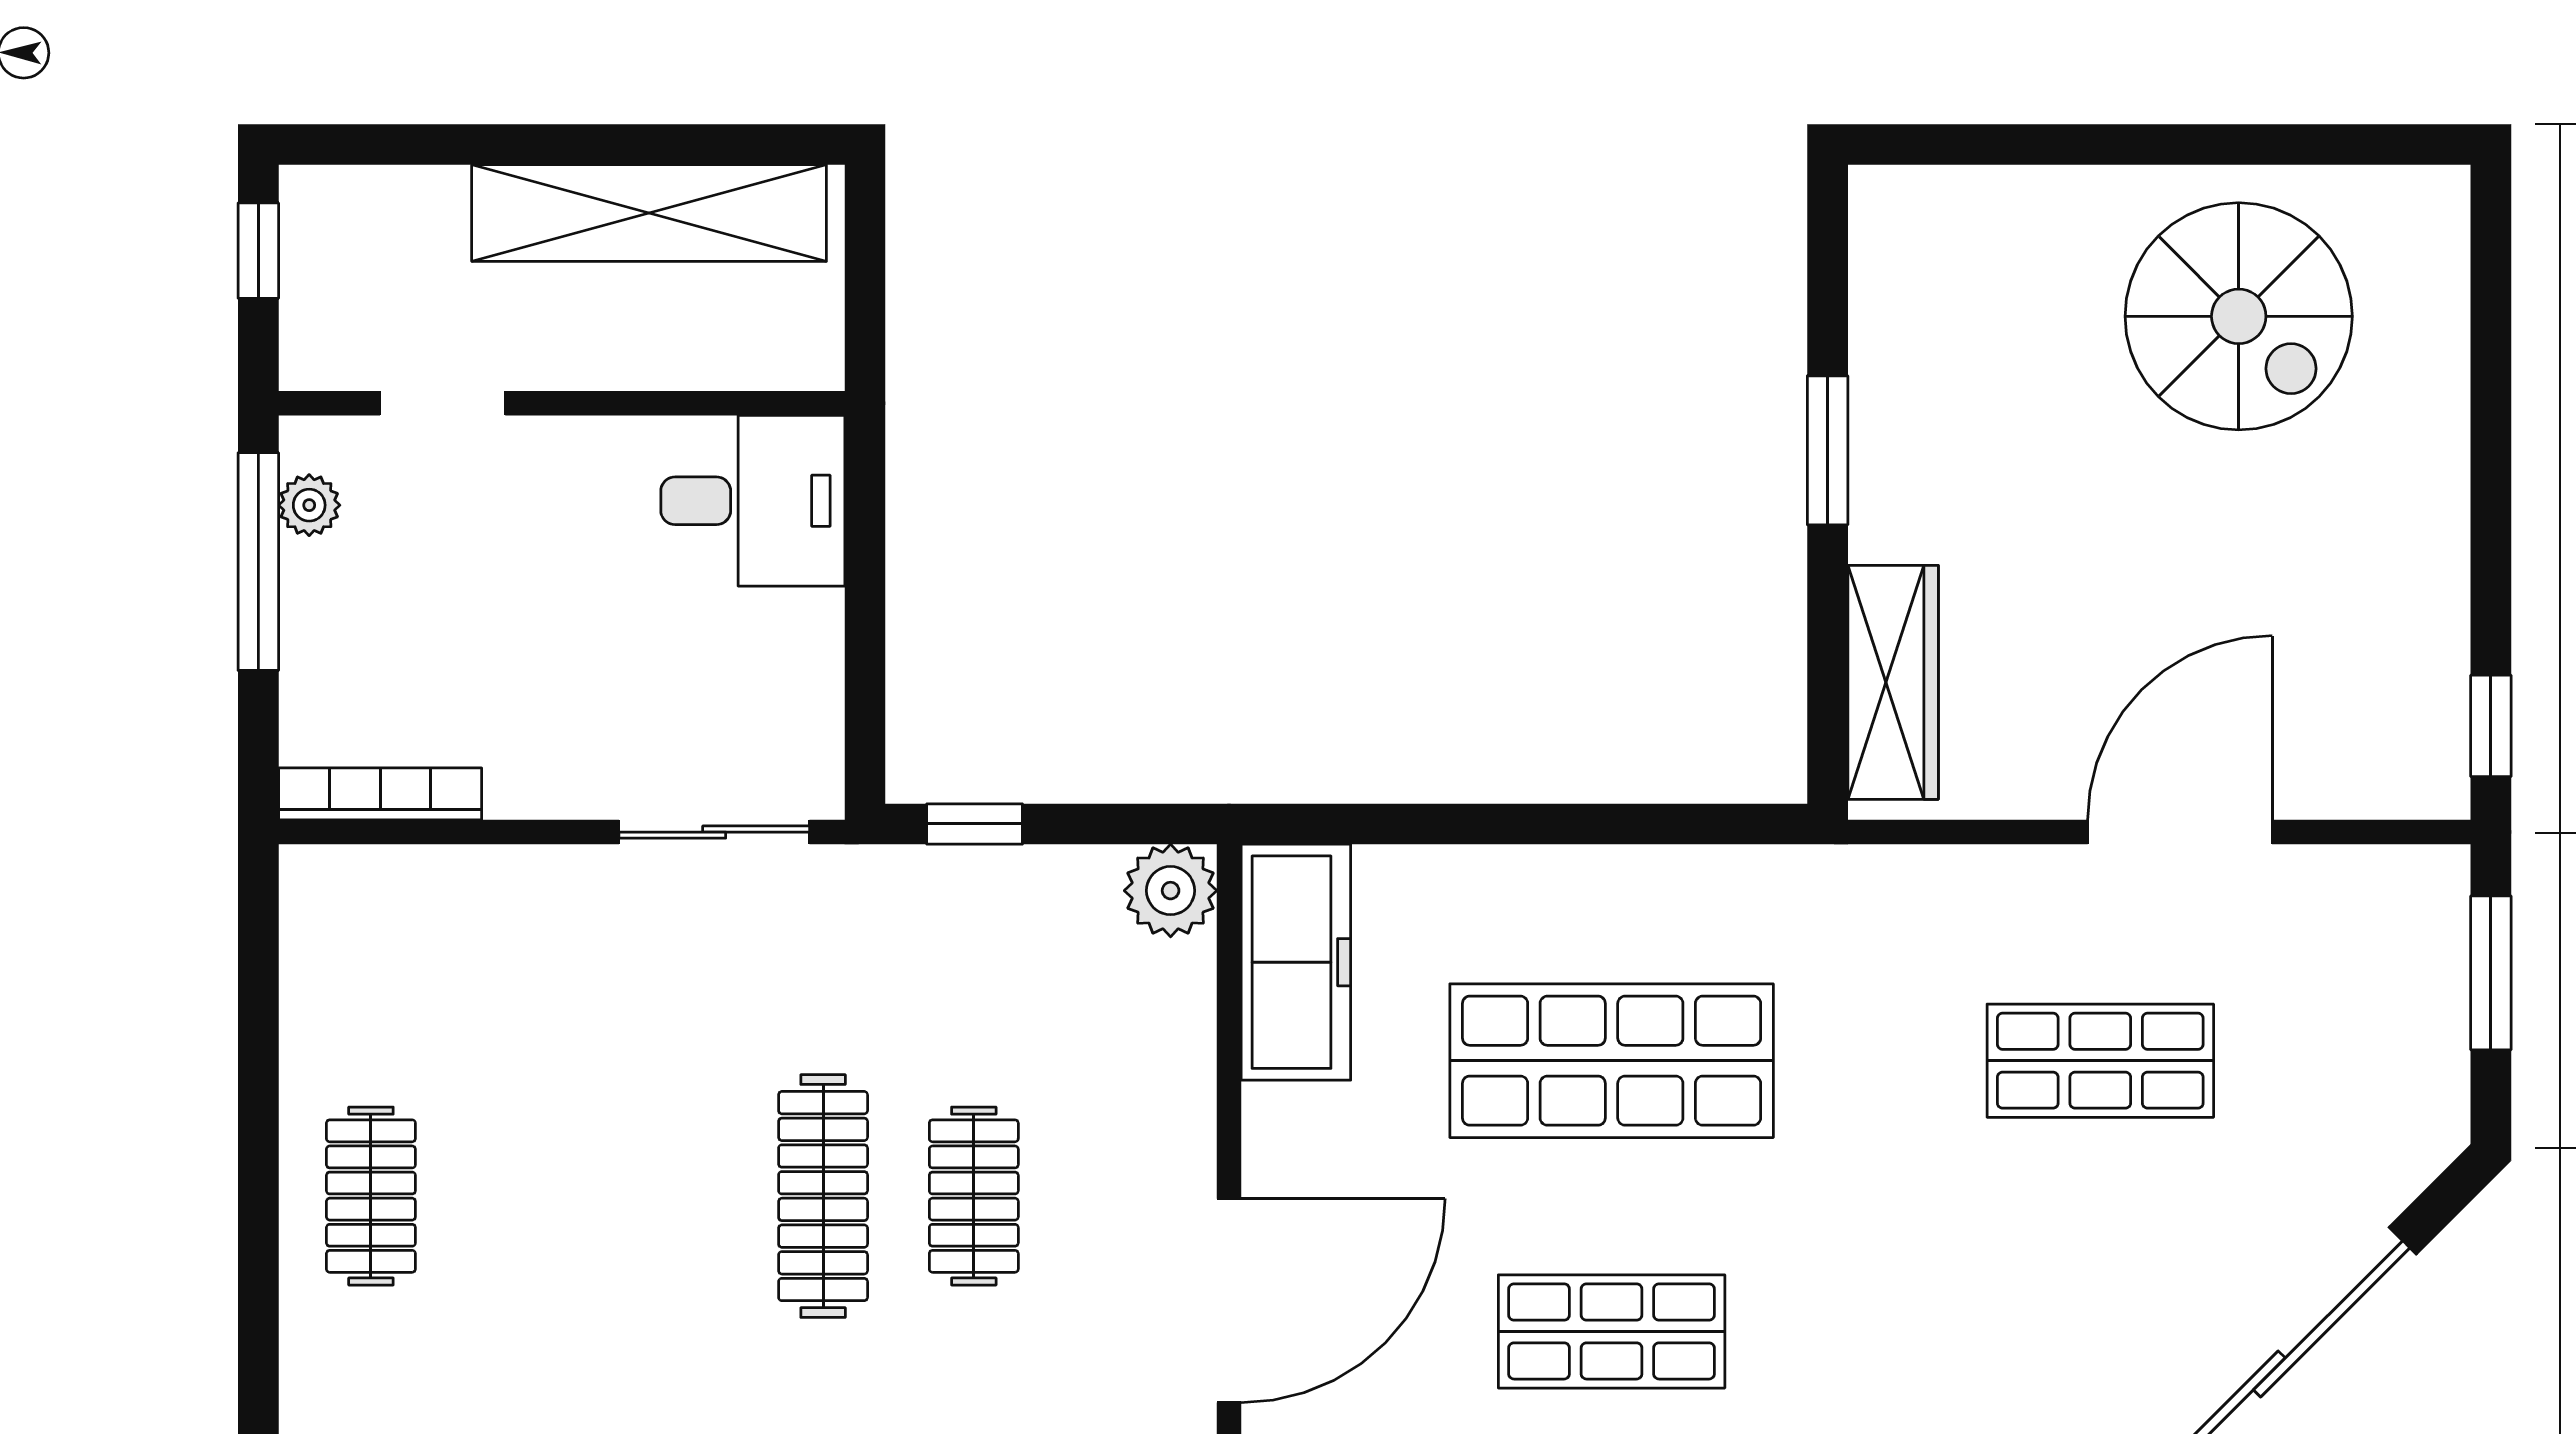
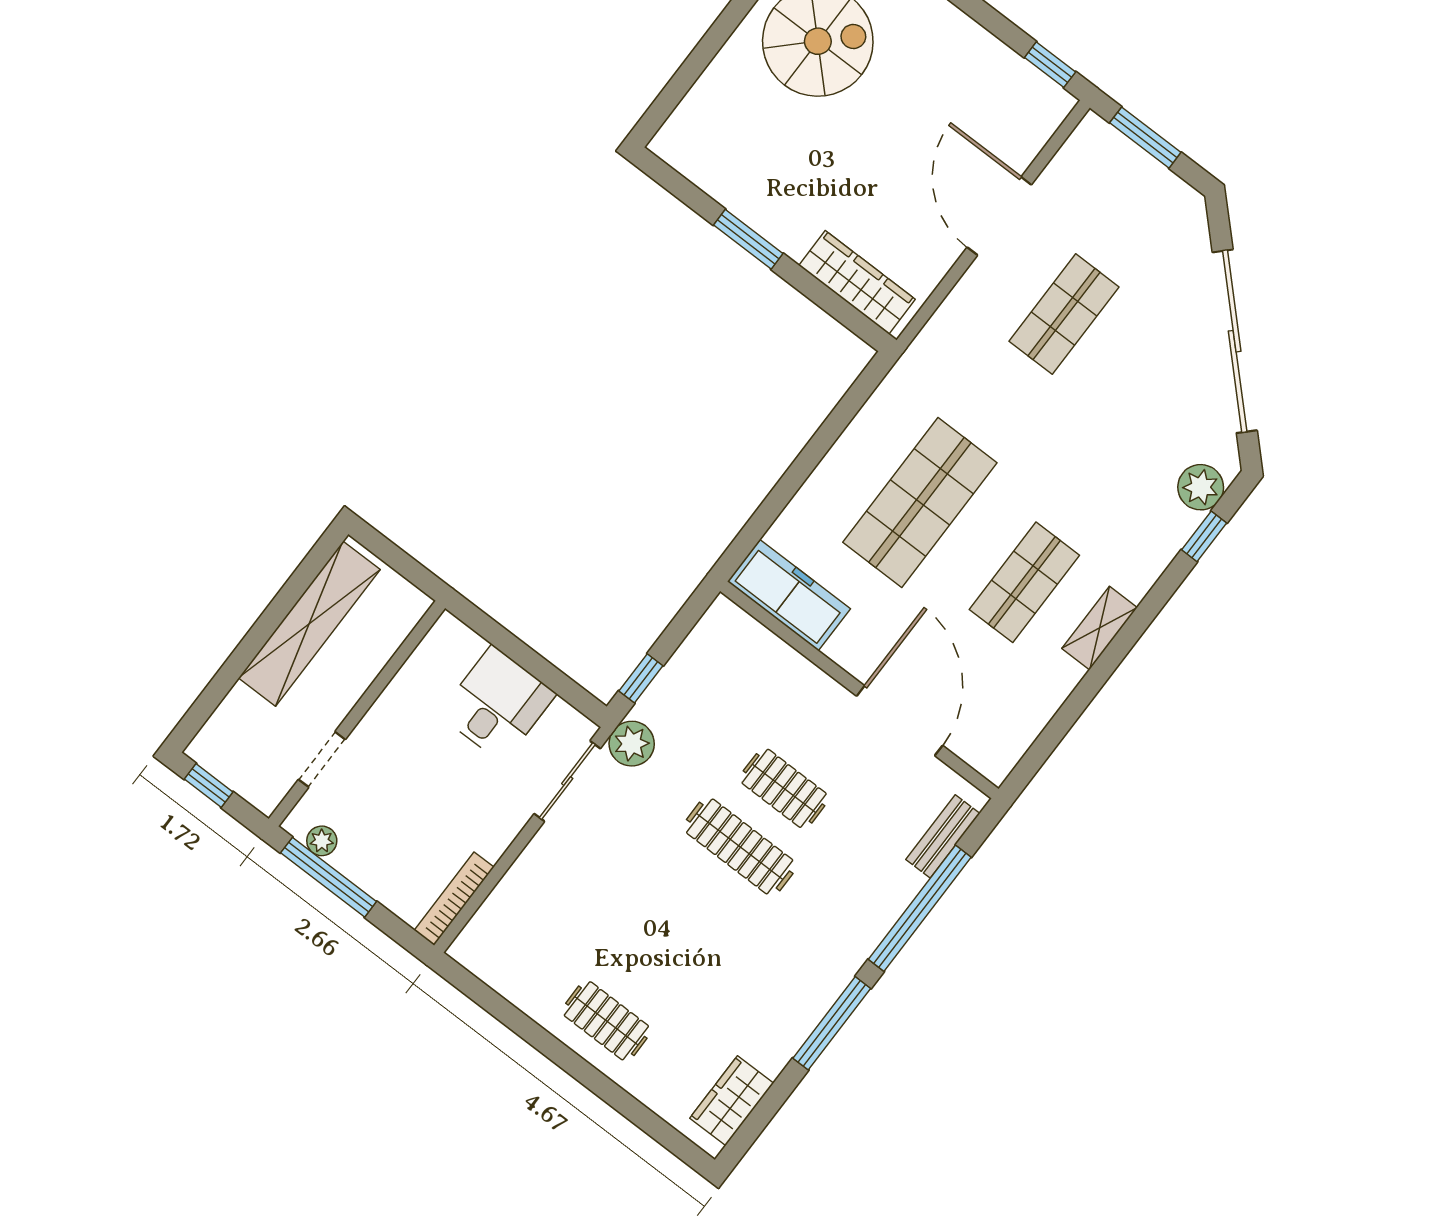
desk: (753, 501) -> (497, 704), moved
plant: (1171, 891) -> (632, 744), moved

